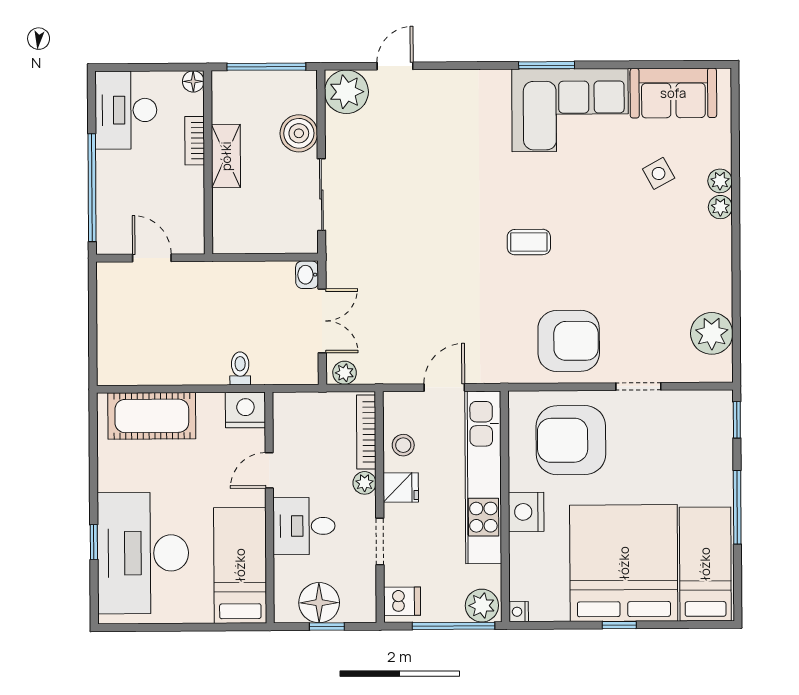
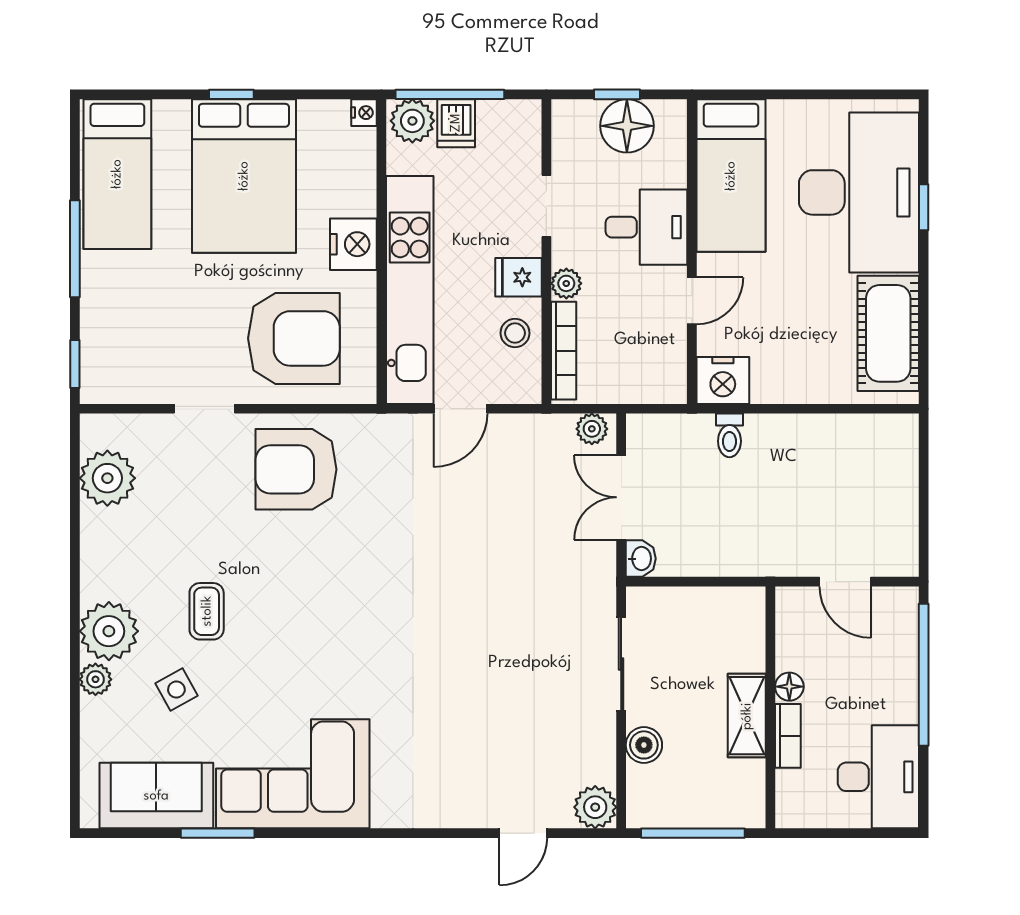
window: (547, 65) -> (218, 833), moved
floor lamp: (193, 81) -> (789, 687), moved
plant: (346, 92) -> (595, 807), width x0.73, depth x0.73
boiler: (299, 133) -> (644, 745), width x0.73, depth x0.73
plant: (720, 207) -> (109, 631), width x1.87, depth x1.87
coffee table: (529, 242) -> (207, 611), moved, turned 90
cot: (152, 416) -> (888, 333), moved, turned 90
bed: (624, 563) -> (244, 176), width x0.73
dishwasher: (402, 601) -> (456, 123), moved, turned -90

